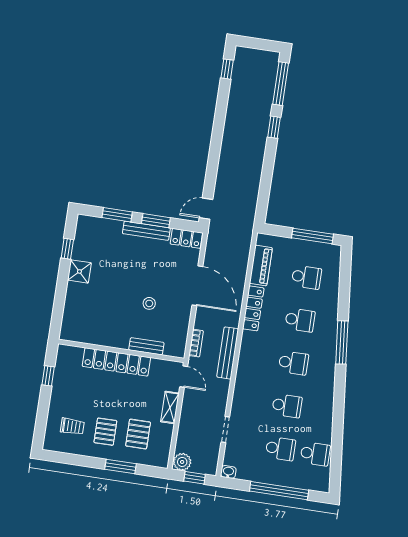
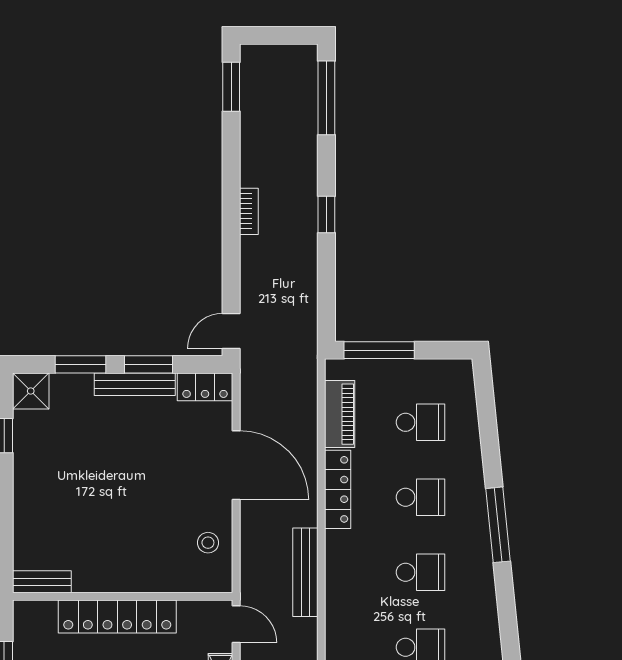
window: (227, 69) -> (231, 87), width x1.50
window: (274, 127) -> (326, 215), moved
window: (313, 236) -> (379, 350), moved
shower: (79, 271) -> (31, 391), moved
stool: (149, 303) -> (208, 543), moved
bookcase: (196, 343) -> (249, 211), moved
bench: (146, 346) -> (42, 582), moved

